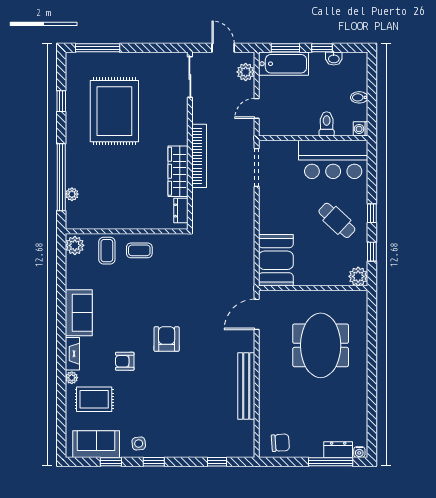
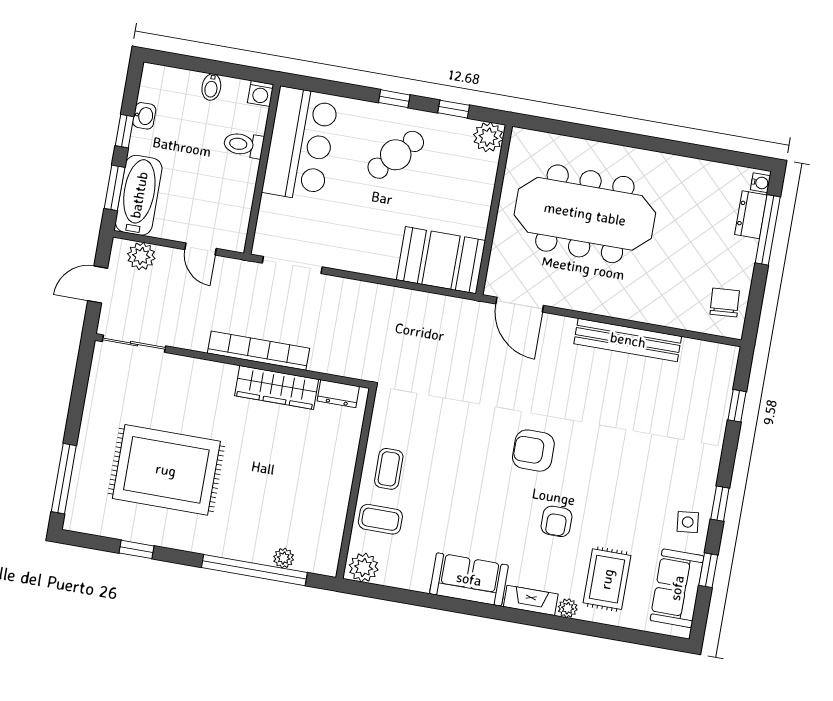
meeting table: (321, 345) -> (585, 214), width x1.36

